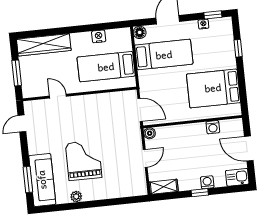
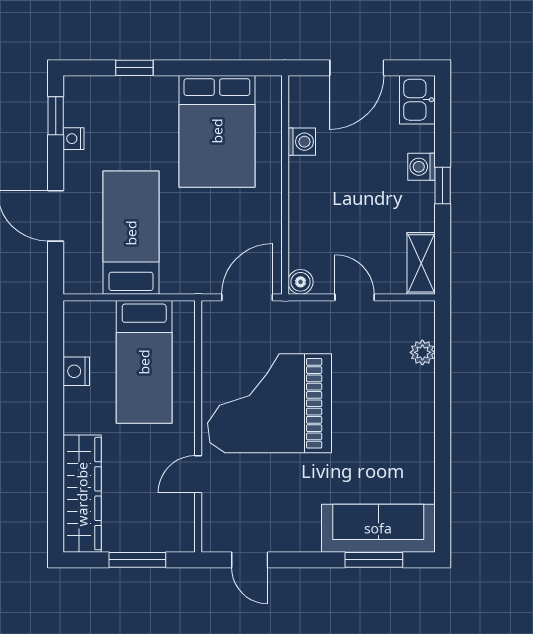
floor lamp: (140, 32) -> (77, 280), removed
grand piano: (84, 160) -> (269, 403), moved, width x1.37, depth x1.48
plant: (76, 197) -> (422, 352), moved

